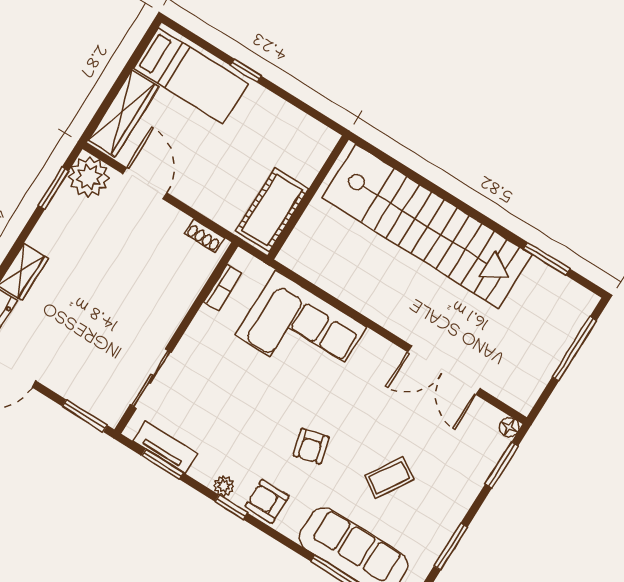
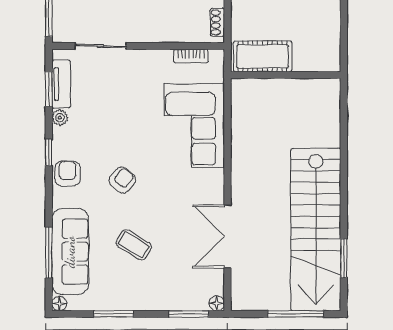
stairs: (427, 226) -> (316, 230), moved
armchair: (311, 446) -> (122, 180), turned 145
plant: (224, 486) -> (60, 118), moved

